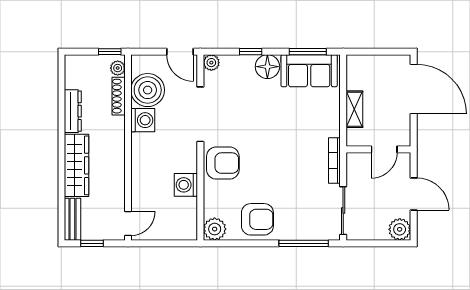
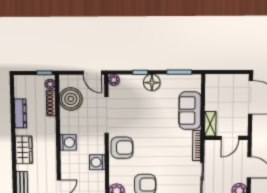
sofa: (309, 71) -> (190, 111), moved, turned 90
shelving: (354, 109) -> (210, 124), moved
washing machine: (143, 120) -> (68, 142), moved
wardrobe: (76, 165) -> (24, 150), width x0.67

